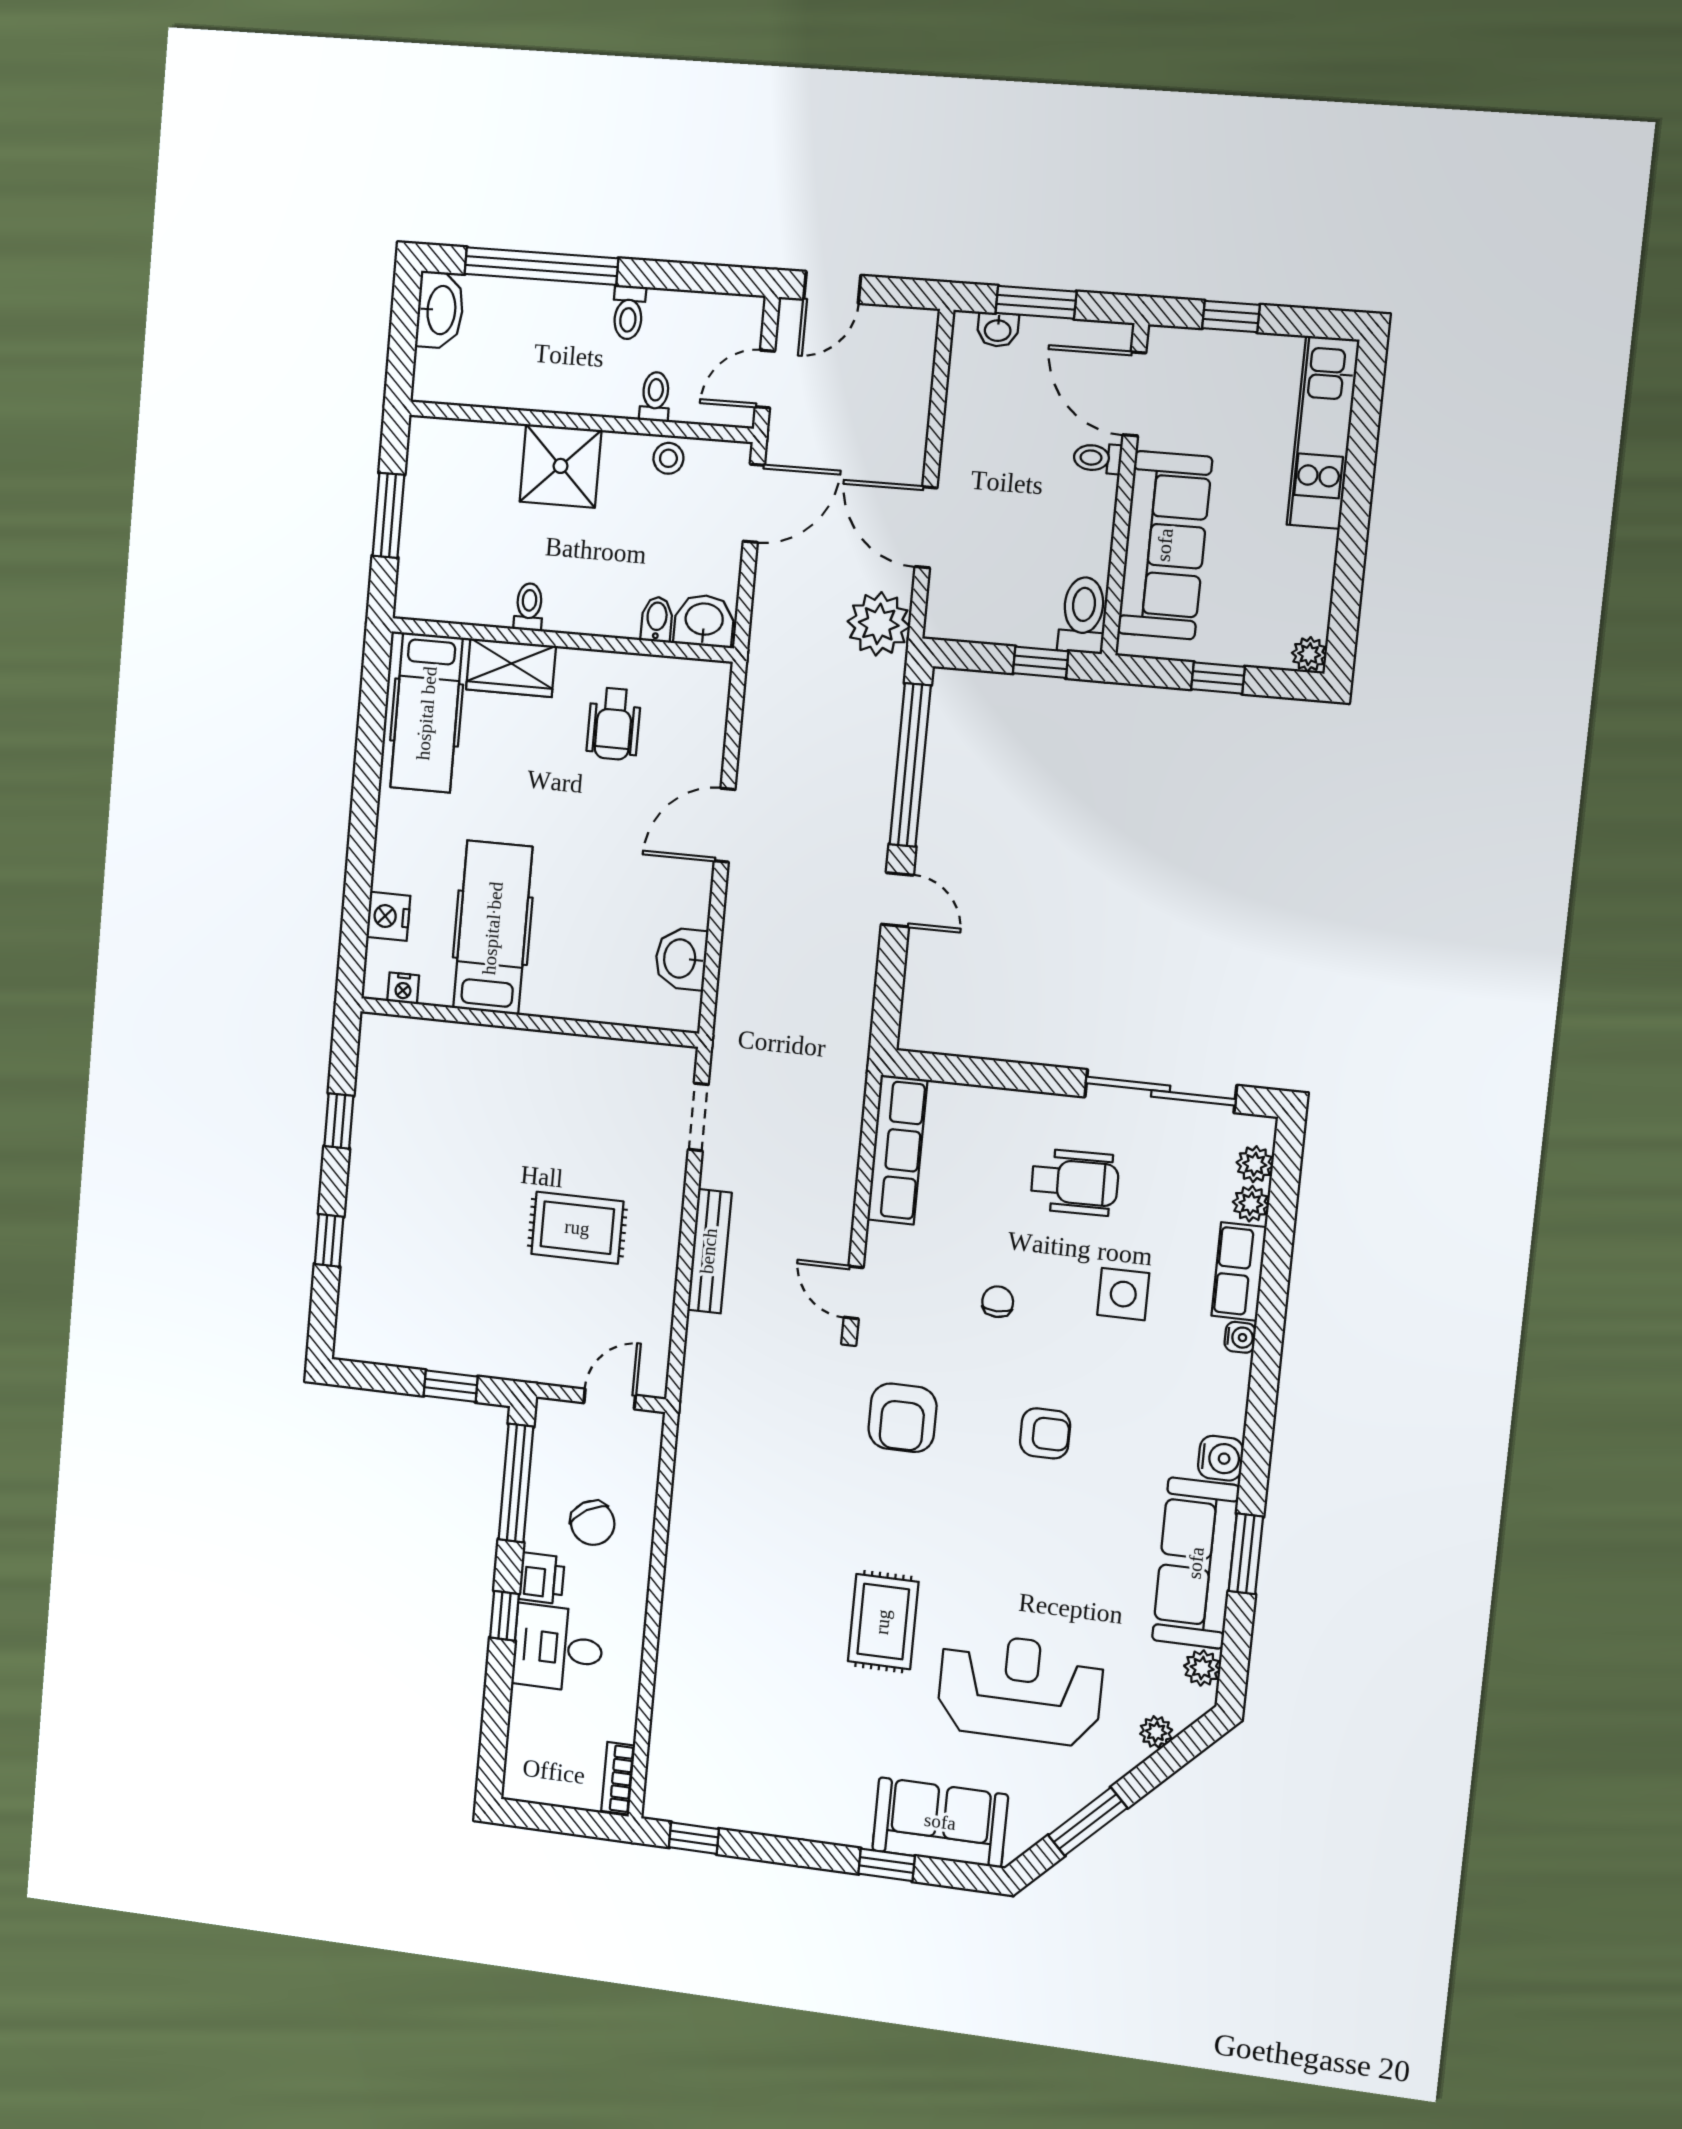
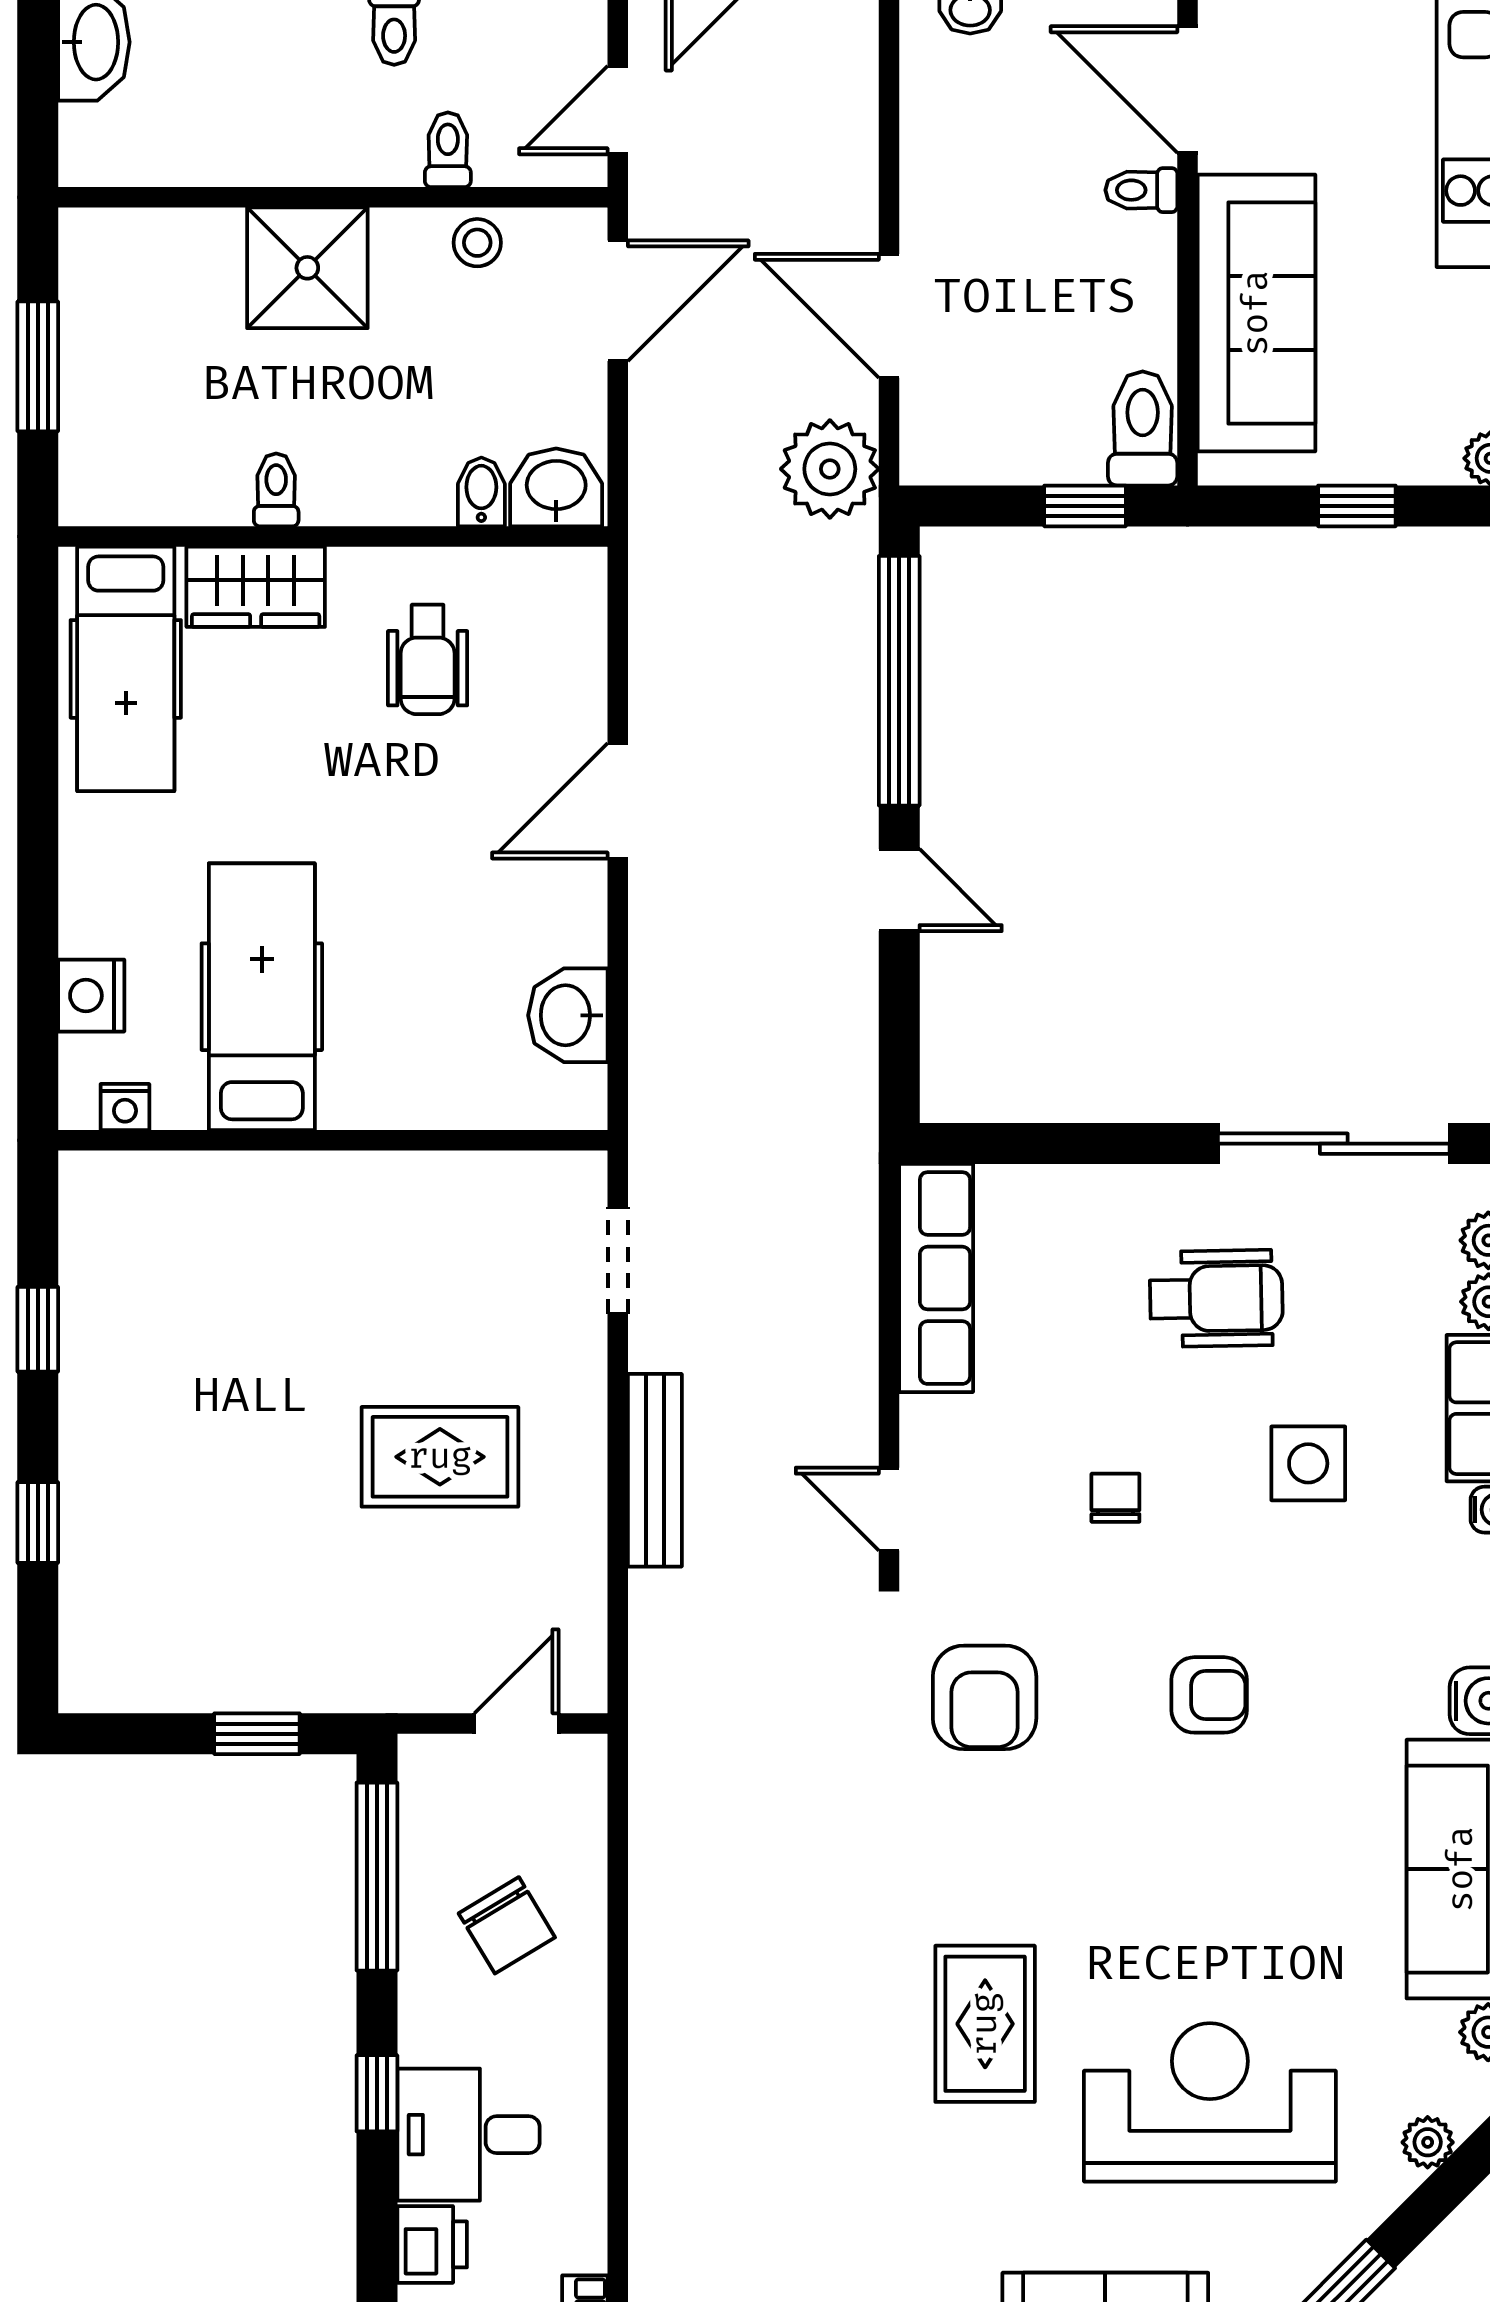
printer: (542, 1578) -> (432, 2244), moved

